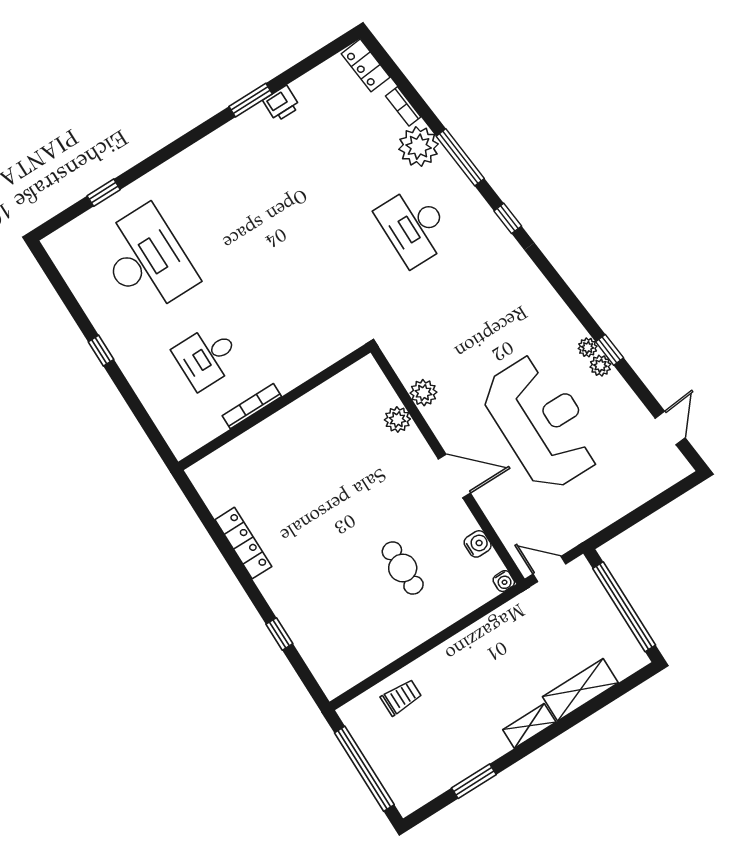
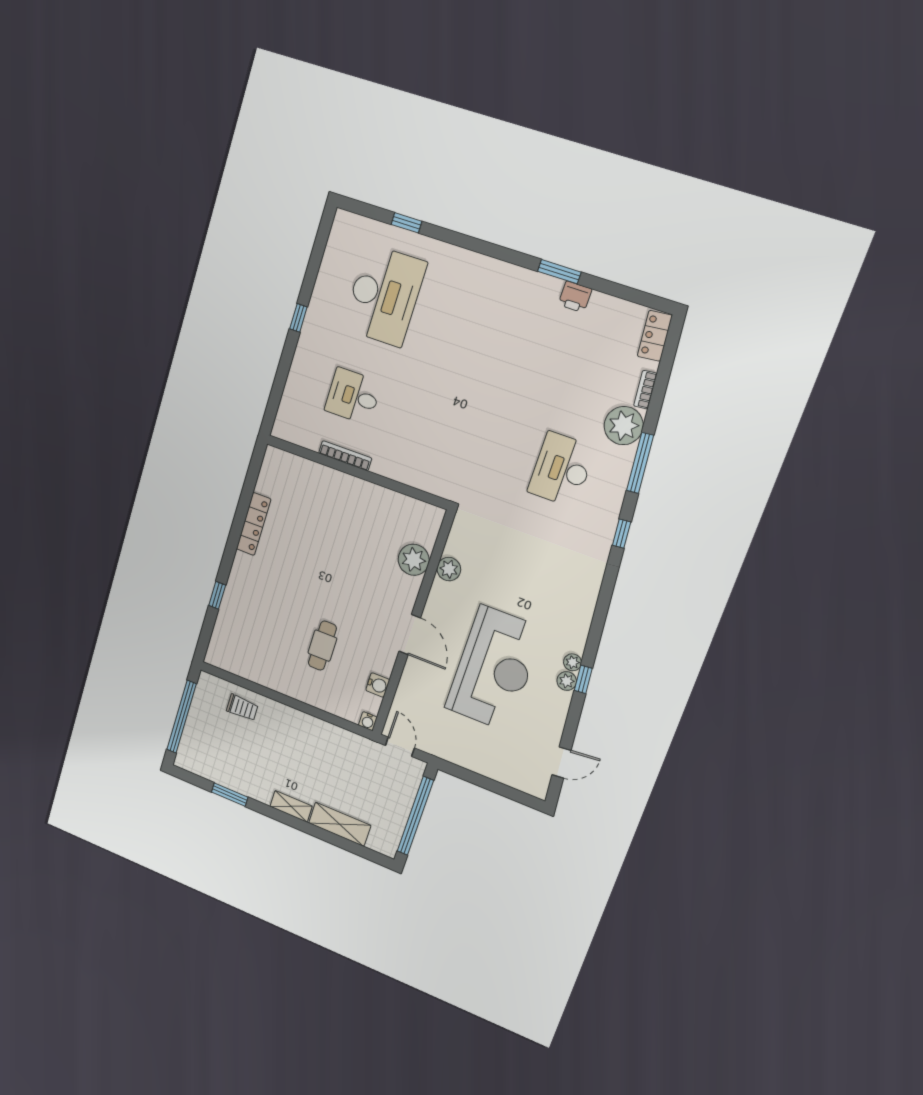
plant: (397, 419) -> (414, 560), width x1.36, depth x1.36

